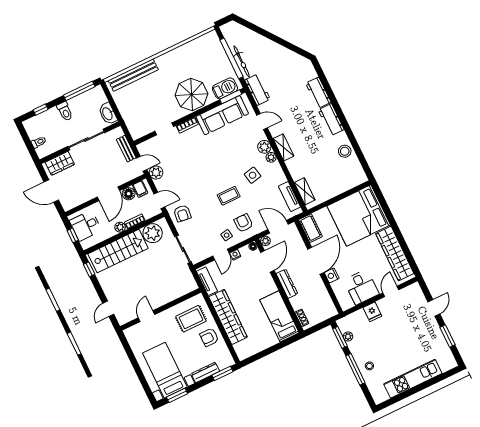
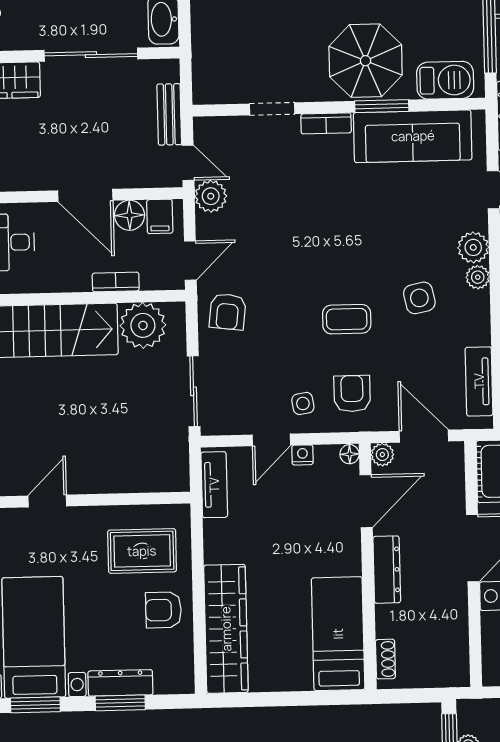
window: (231, 97) -> (382, 106), moved
door: (108, 194) -> (85, 195), hinge flipped
door: (159, 200) -> (190, 261), hinge flipped
plant: (120, 227) -> (78, 280), removed
wardrobe: (228, 317) -> (226, 629), moved
window: (222, 373) -> (120, 703), moved

